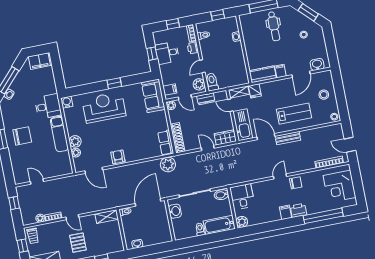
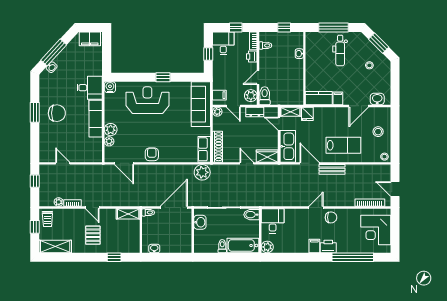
desk: (167, 53) -> (223, 43), moved, turned 90
sofa: (153, 96) -> (201, 104), width x1.36

